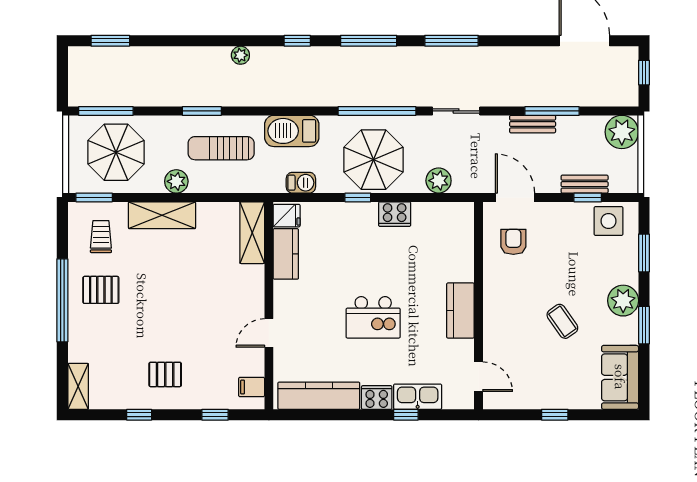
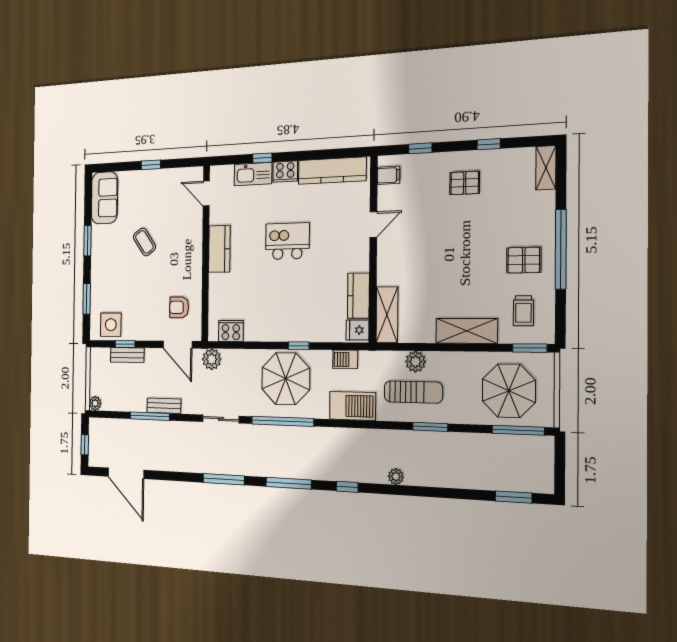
plant: (622, 132) -> (95, 403), width x0.53, depth x0.53
plant: (176, 181) -> (416, 362), moved
plant: (439, 181) -> (212, 359), moved
cooker: (395, 214) -> (231, 331), moved
armchair: (513, 242) -> (179, 307), turned 90
plant: (623, 301) -> (102, 260), removed

